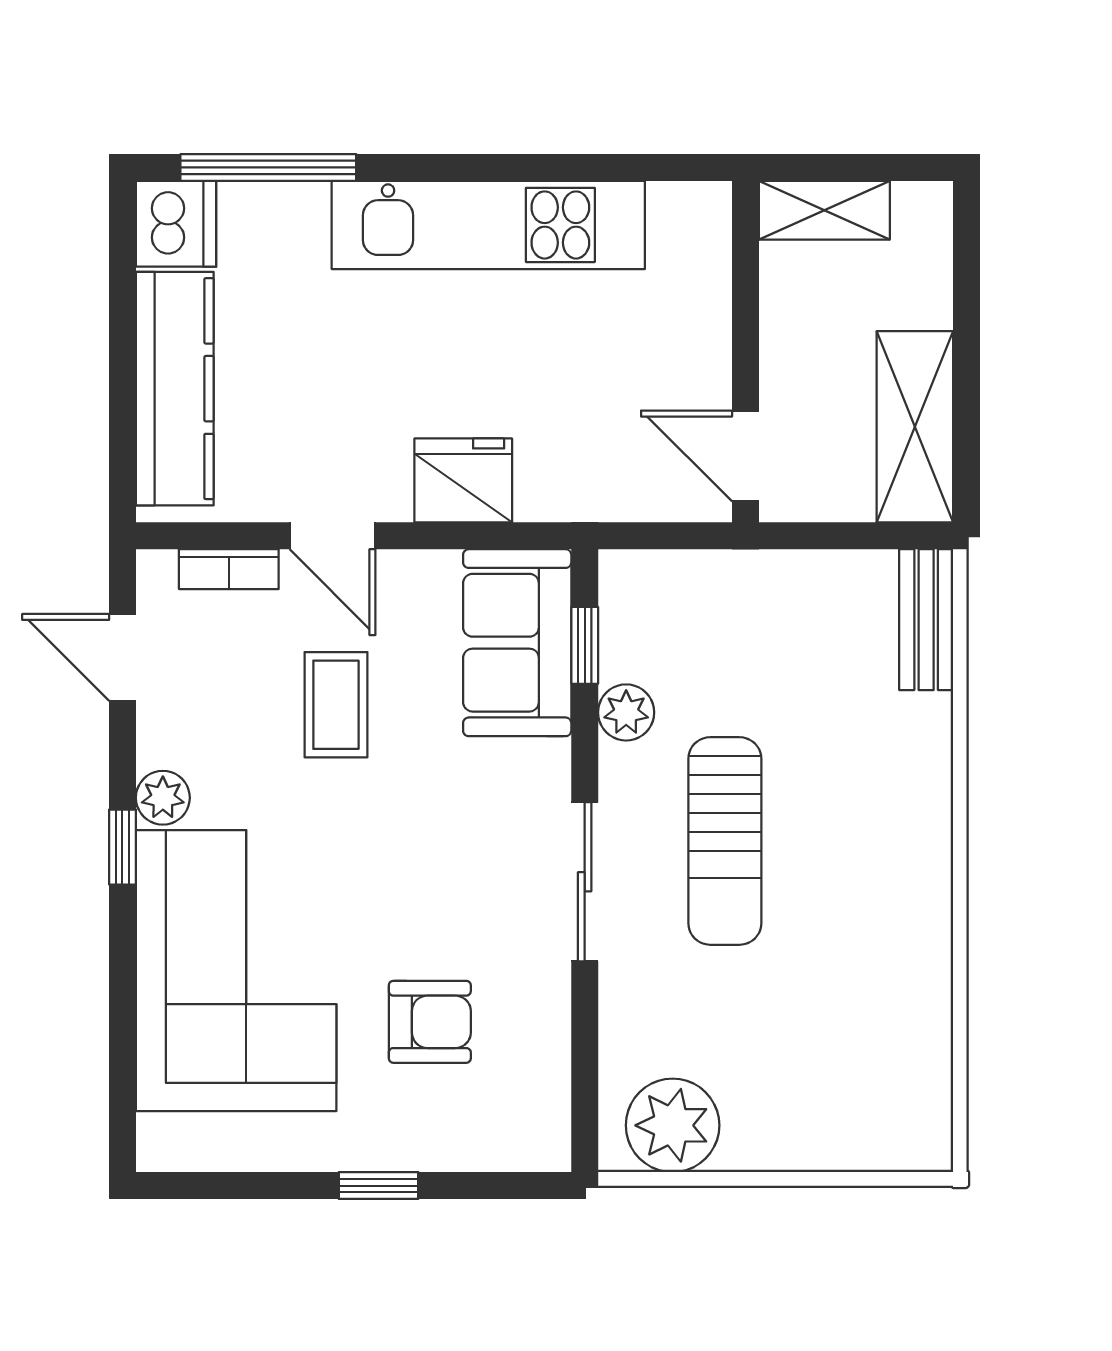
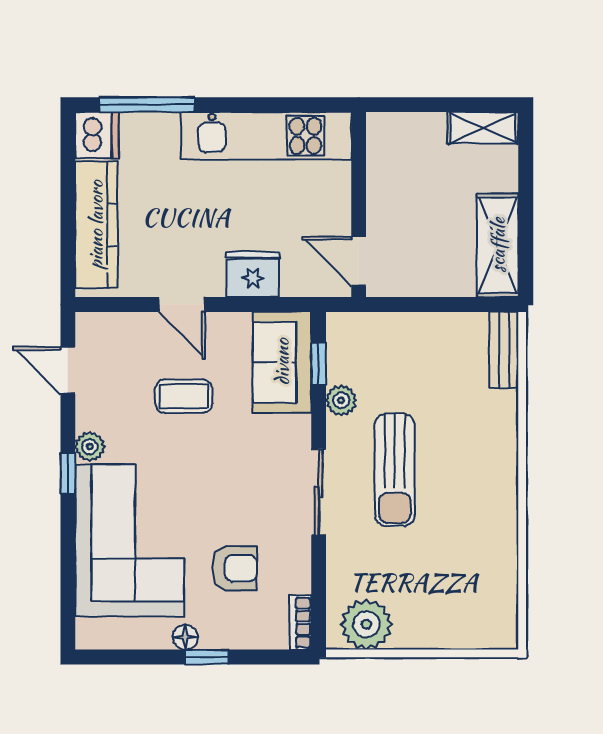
shelving: (824, 210) -> (483, 128), moved
wall: (745, 352) -> (359, 205), moved
door: (745, 456) -> (359, 261), moved
bookcase: (229, 569) -> (301, 623), moved, turned 90
coffee table: (336, 705) -> (184, 396), turned 90
floor lamp: (339, 1149) -> (185, 637), added

